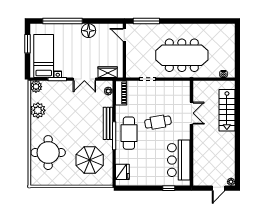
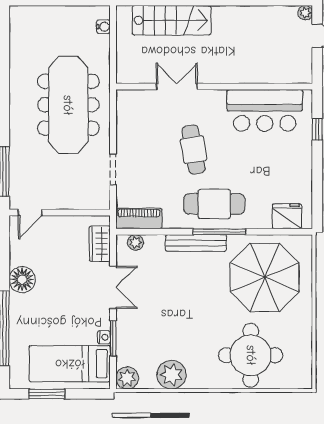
parasol: (90, 160) -> (265, 277), width x1.36, depth x1.36

